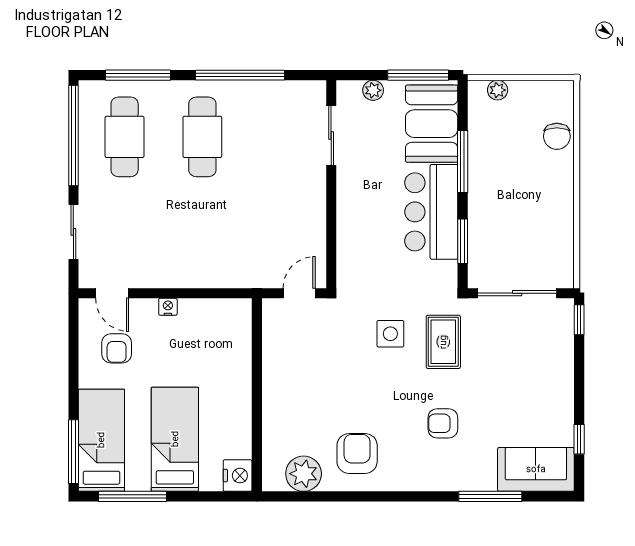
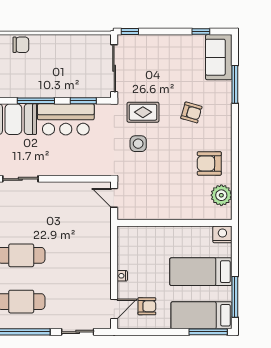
armchair: (443, 423) -> (191, 112), turned -74

